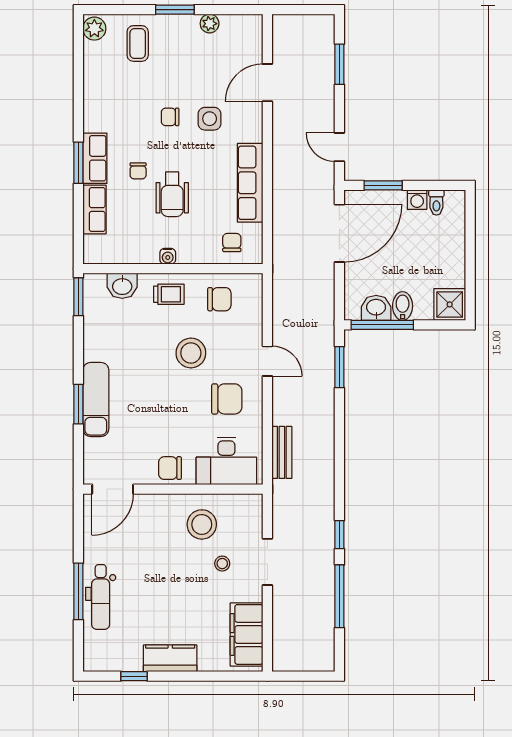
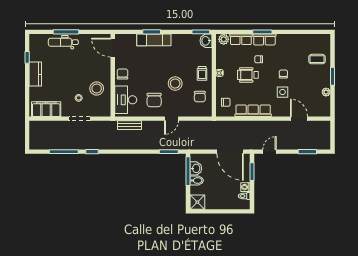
plant: (94, 29) -> (224, 39), moved
washbasin: (122, 286) -> (206, 41), moved

